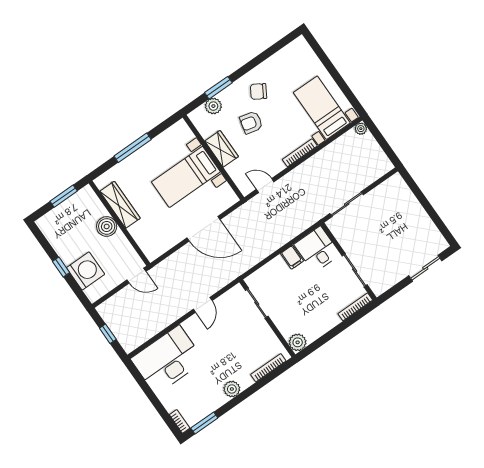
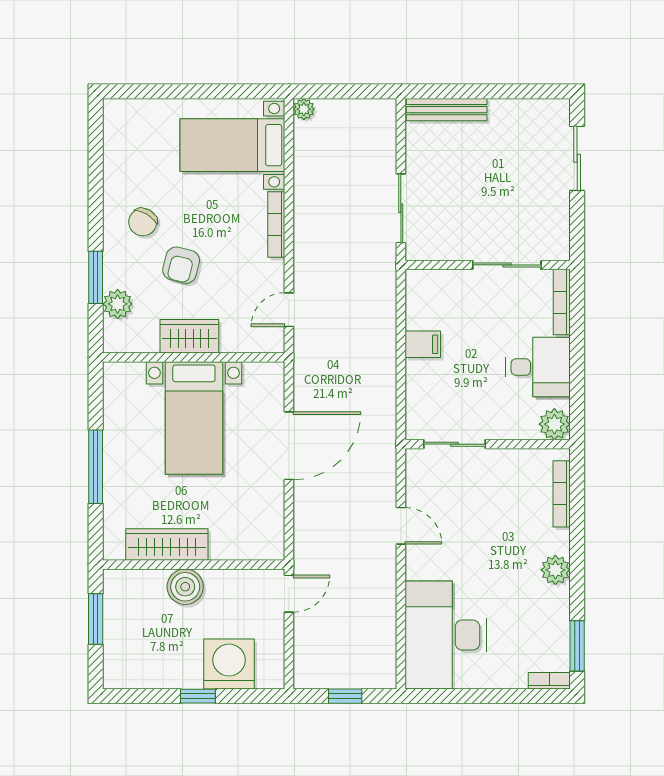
bench: (406, 194) -> (447, 110), added
desk: (317, 249) -> (538, 367), moved, turned 180

